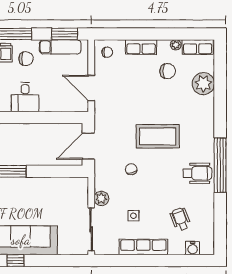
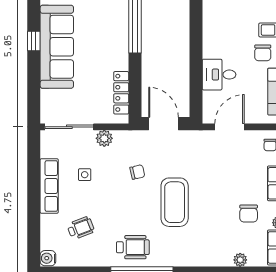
plant: (203, 84) -> (240, 260), width x0.53, depth x0.53
desk: (25, 97) -> (219, 75), moved
wheelchair: (197, 173) -> (133, 247), turned -90
locker: (61, 183) -> (121, 93), added
water cooler: (193, 248) -> (48, 258), moved

